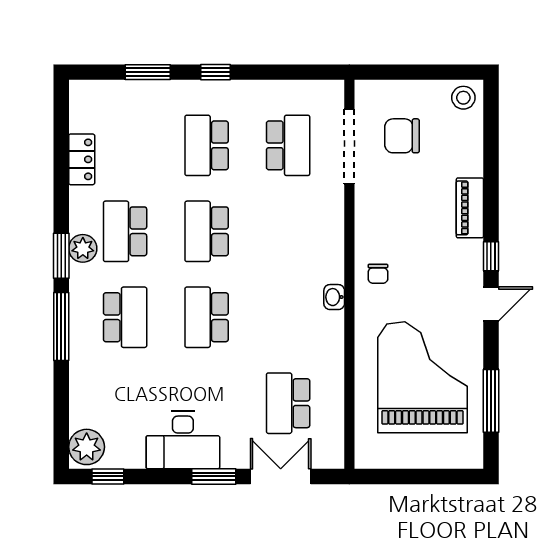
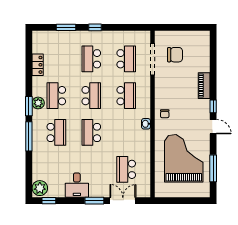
stool: (463, 98) -> (201, 38), removed
chair: (402, 136) -> (175, 55), turned 180
school desk: (207, 231) -> (91, 96), turned 180
school desk: (288, 231) -> (126, 96), added
door: (491, 304) -> (213, 127), hinge flipped
desk: (183, 440) -> (77, 185), width x0.73

